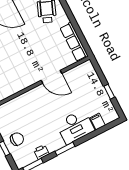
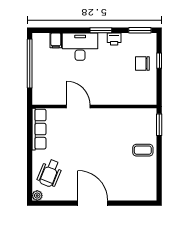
window: (109, 92) -> (30, 63), width x3.17
printer: (41, 152) -> (114, 39), moved

